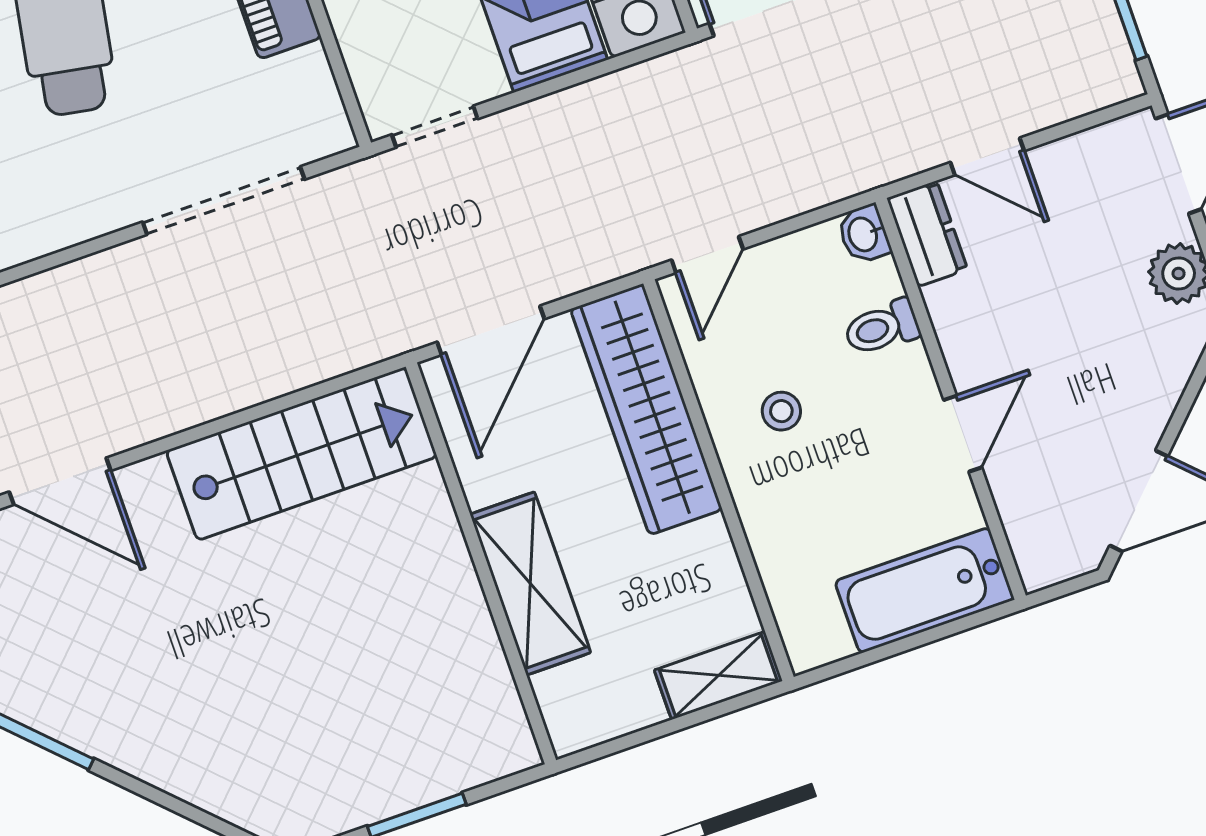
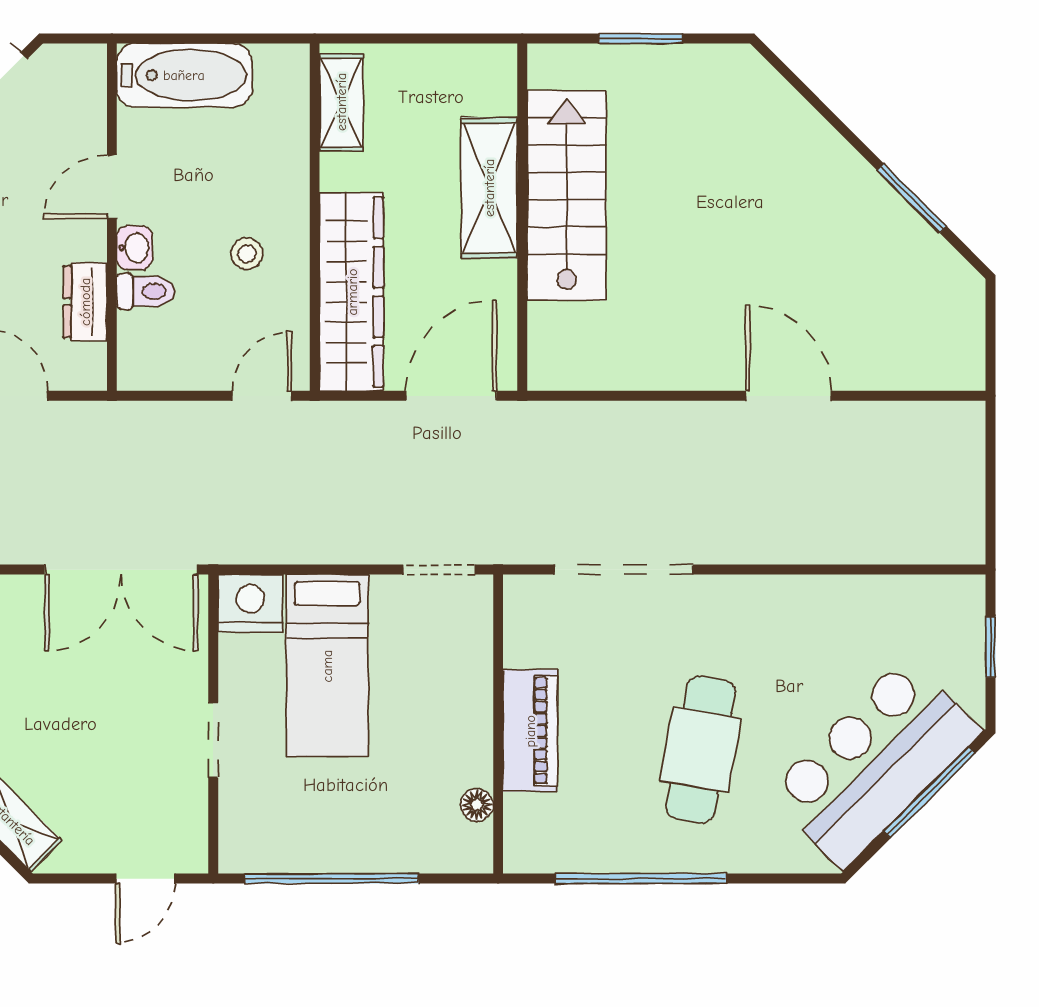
washbasin: (864, 234) -> (134, 248), moved
dresser: (927, 234) -> (85, 302), moved
stairs: (302, 454) -> (567, 195), moved, turned 90
door: (60, 481) -> (788, 396), moved
shelving: (718, 675) -> (341, 102), moved, turned 90

